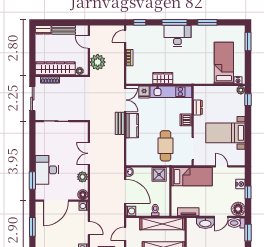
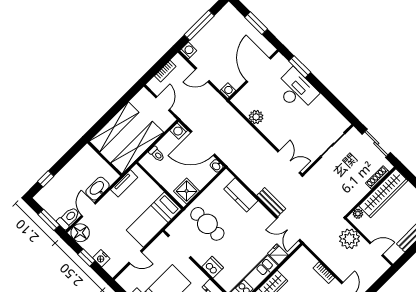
kitchen counter: (132, 126) -> (241, 195), moved
double door: (89, 153) -> (289, 162), moved
floor lamp: (83, 195) -> (239, 101), removed

